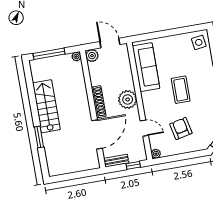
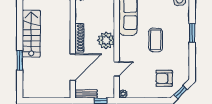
door: (144, 128) -> (117, 69), hinge flipped
armchair: (181, 128) -> (164, 78), moved, turned -78

